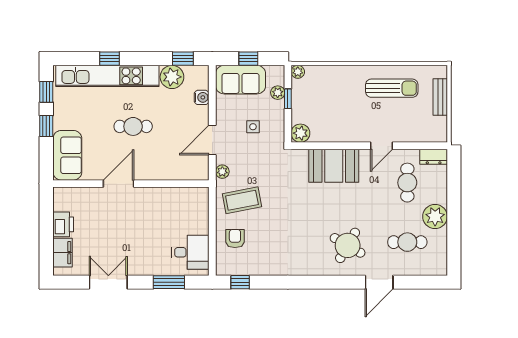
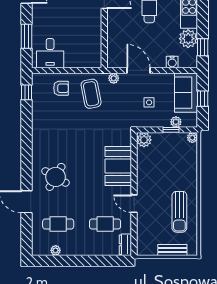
plant: (435, 217) -> (56, 250), moved, width x0.53, depth x0.53
cafe table: (407, 242) -> (58, 224), turned 90

